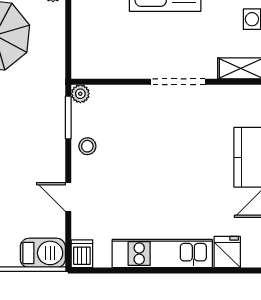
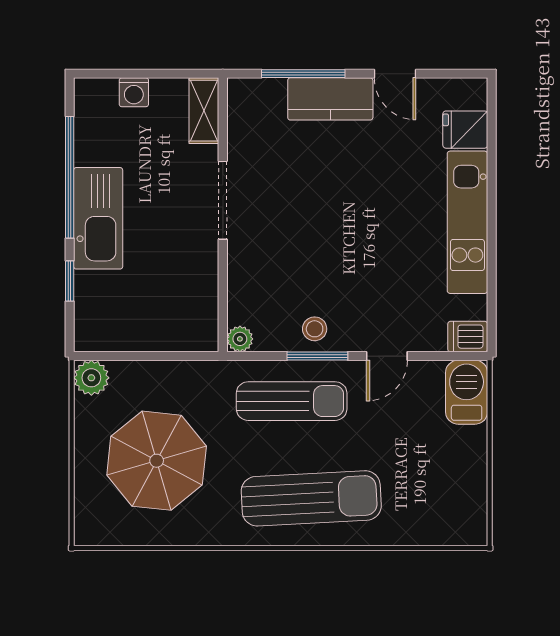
window: (68, 117) -> (317, 356), moved
sun lounger: (37, 130) -> (292, 401), added

